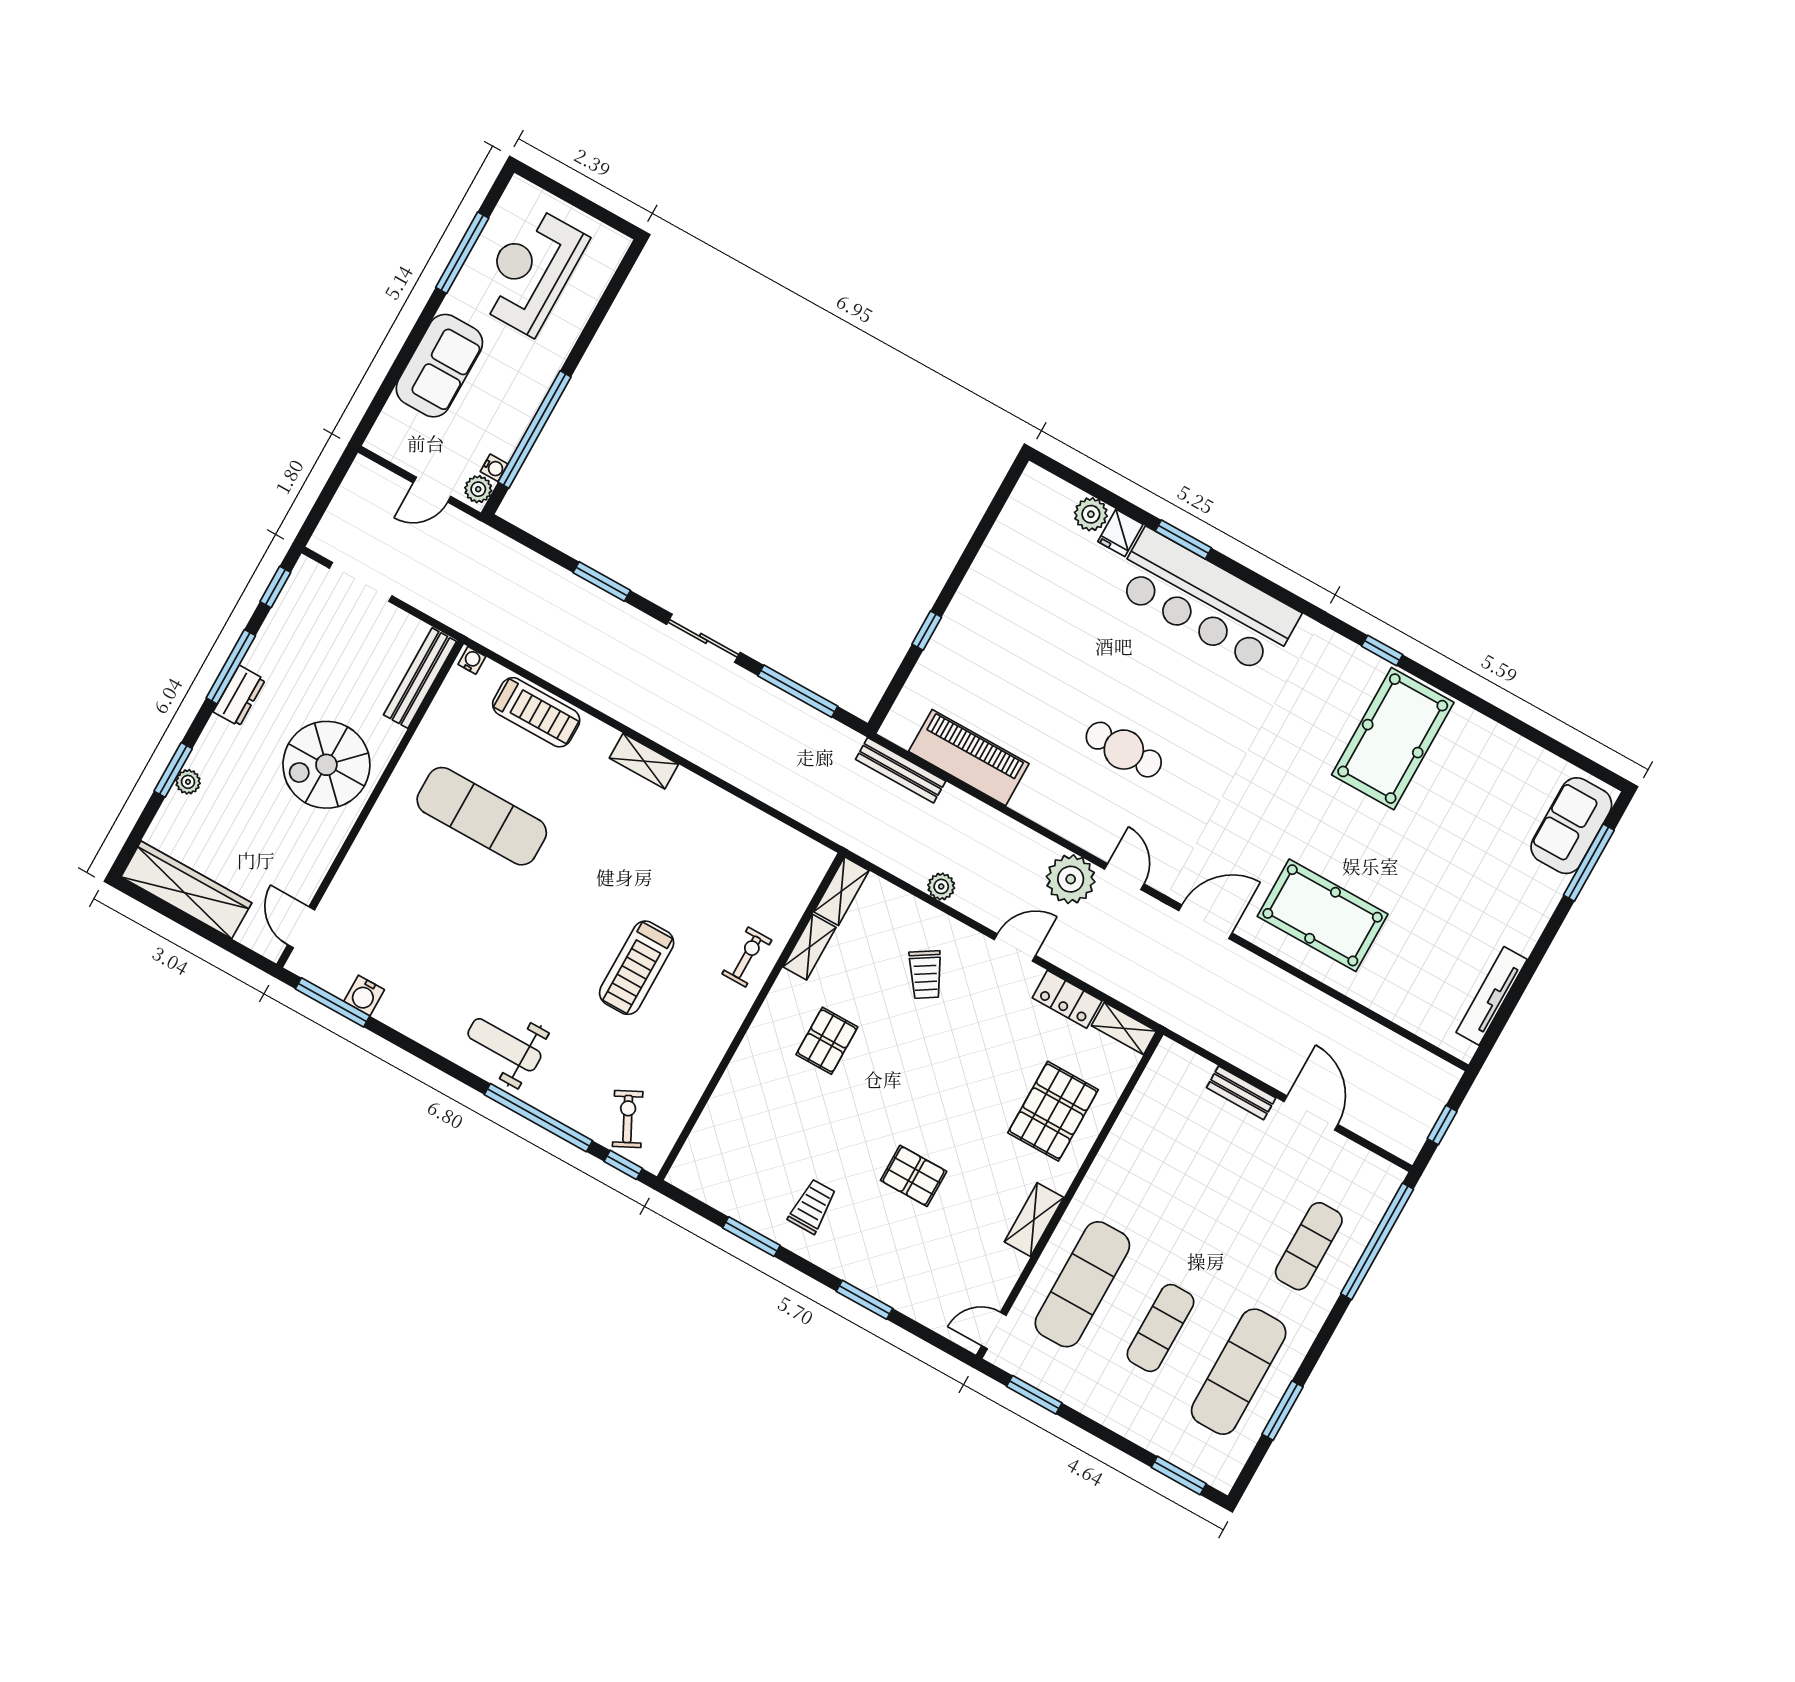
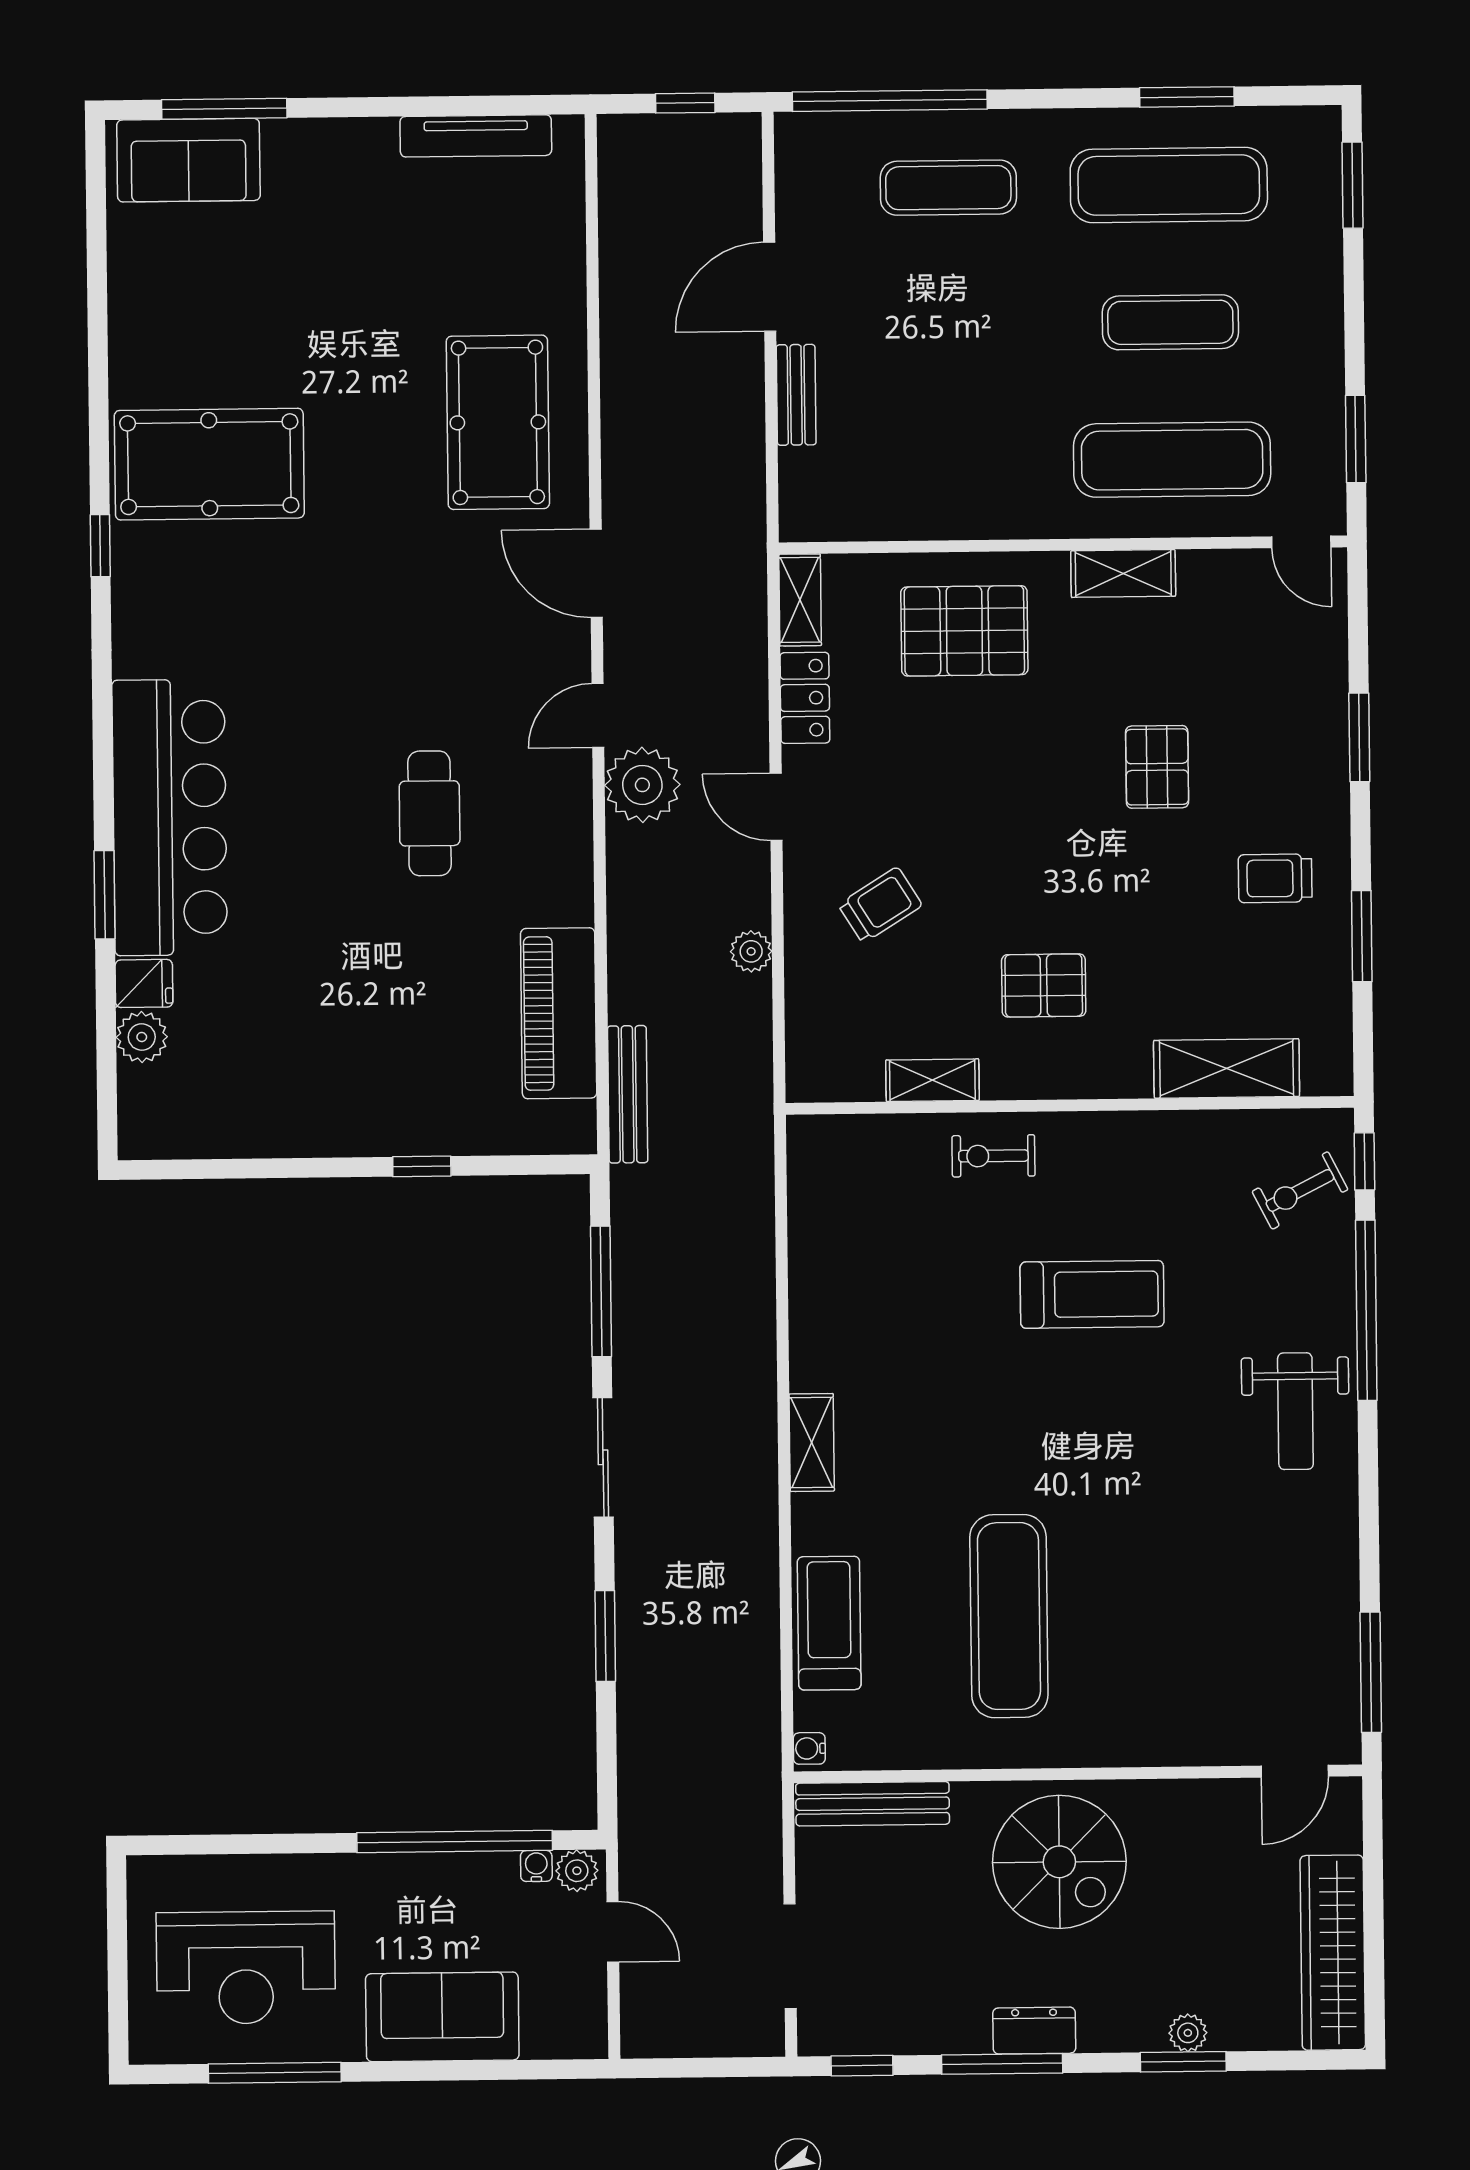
shelving: (841, 891) -> (1227, 1068), moved, width x1.50, depth x1.33
water cooler: (364, 996) -> (1337, 1635), removed

